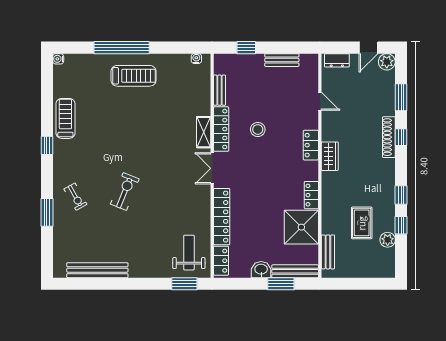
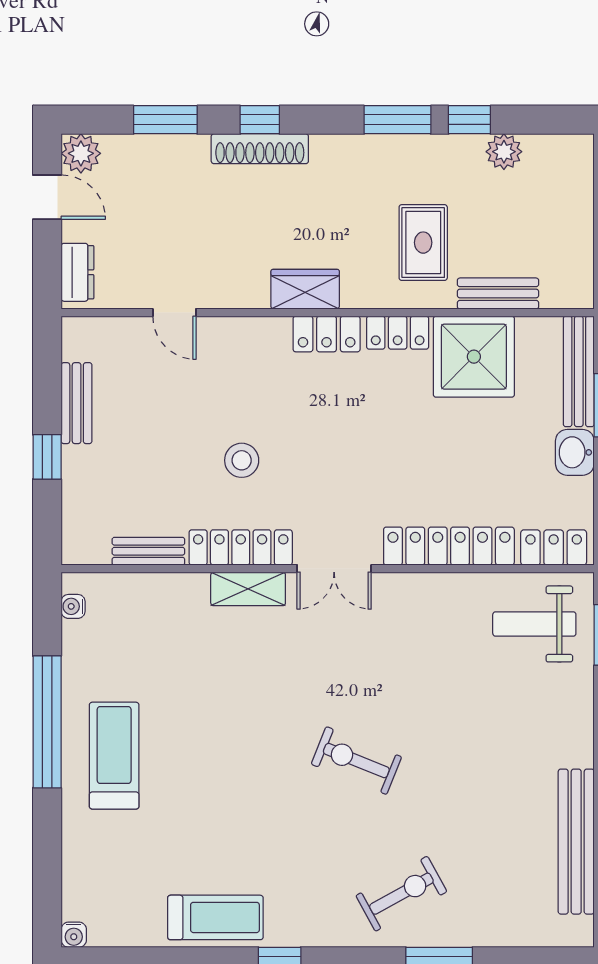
window: (122, 48) -> (47, 722), moved
window: (246, 48) -> (47, 457), moved
door: (320, 101) -> (174, 313), swing flipped
treadmill: (65, 118) -> (215, 917), turned 180
locker: (311, 145) -> (327, 334), moved
exercise bike: (125, 192) -> (356, 761), moved
window: (401, 195) -> (397, 120), width x1.50
exercise bike: (75, 197) -> (401, 894), width x1.38, depth x1.39
rug: (362, 223) -> (423, 243), moved, turned 90
bench: (328, 252) -> (498, 294), moved

